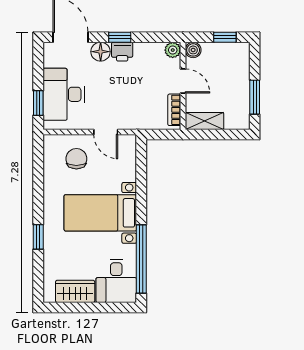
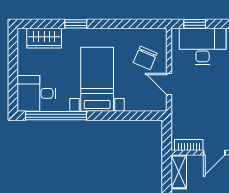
door: (106, 132) -> (169, 84), hinge flipped
chair: (76, 159) -> (145, 58), turned 113
wardrobe: (75, 291) -> (44, 38), moved, turned 90

